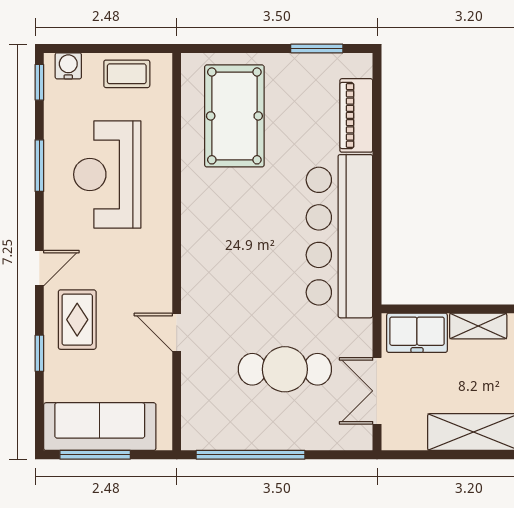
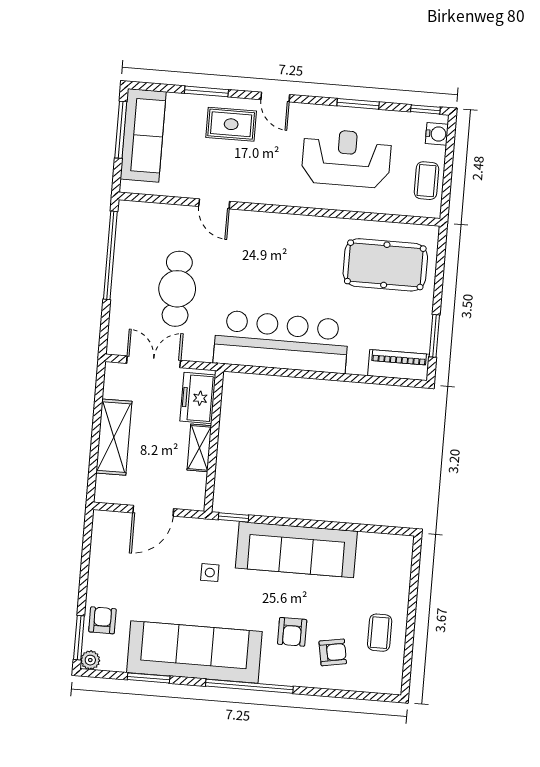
piano: (356, 115) -> (399, 365), moved
door: (177, 332) -> (214, 204), swing flipped
window: (39, 353) -> (206, 91), width x1.50

